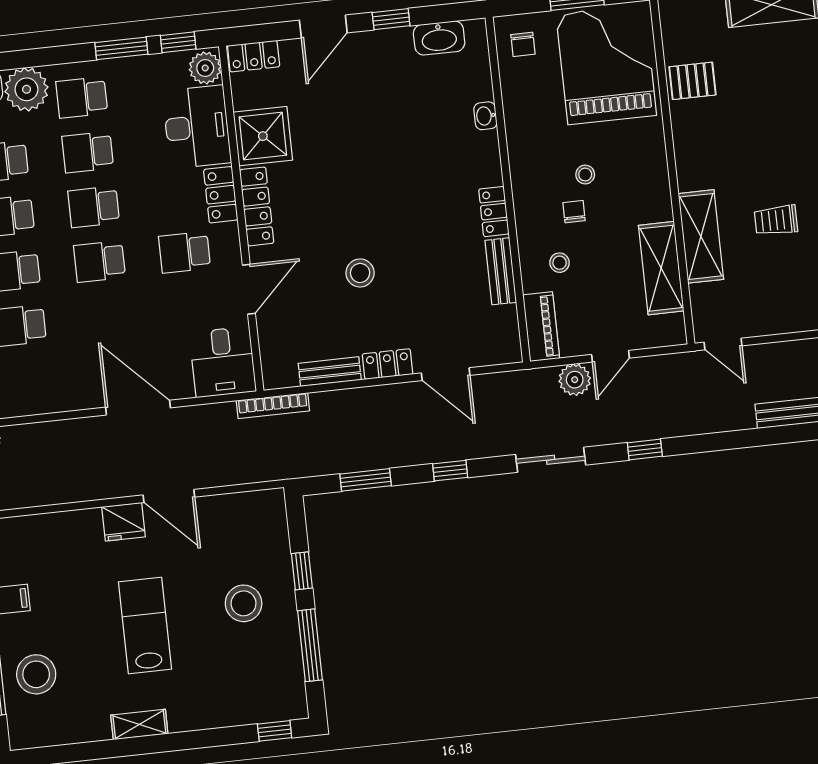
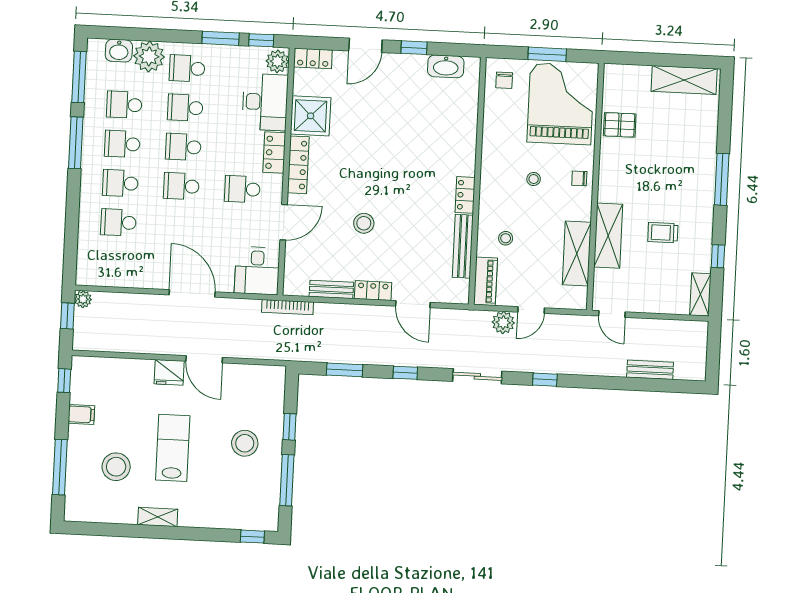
washbasin: (485, 116) -> (470, 126), removed
chair: (574, 212) -> (579, 178), moved, turned -90
bench: (501, 271) -> (463, 246), width x1.36
stool: (36, 674) -> (116, 467), moved

